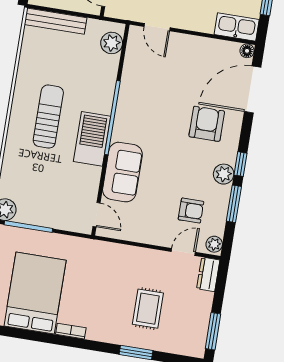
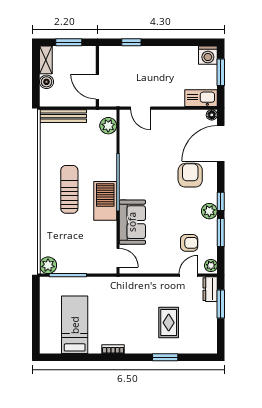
bed: (35, 293) -> (75, 325), width x0.67
window: (213, 331) -> (221, 304), moved

